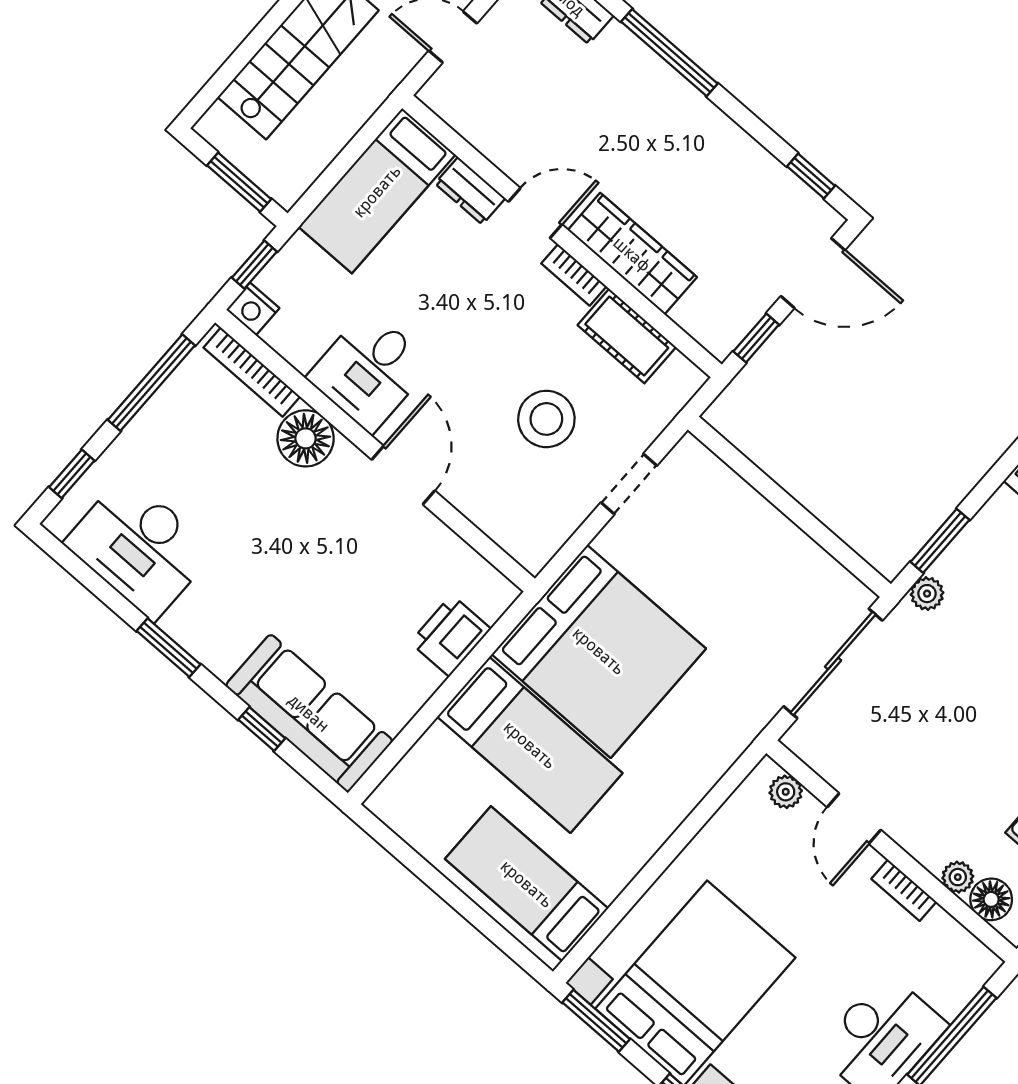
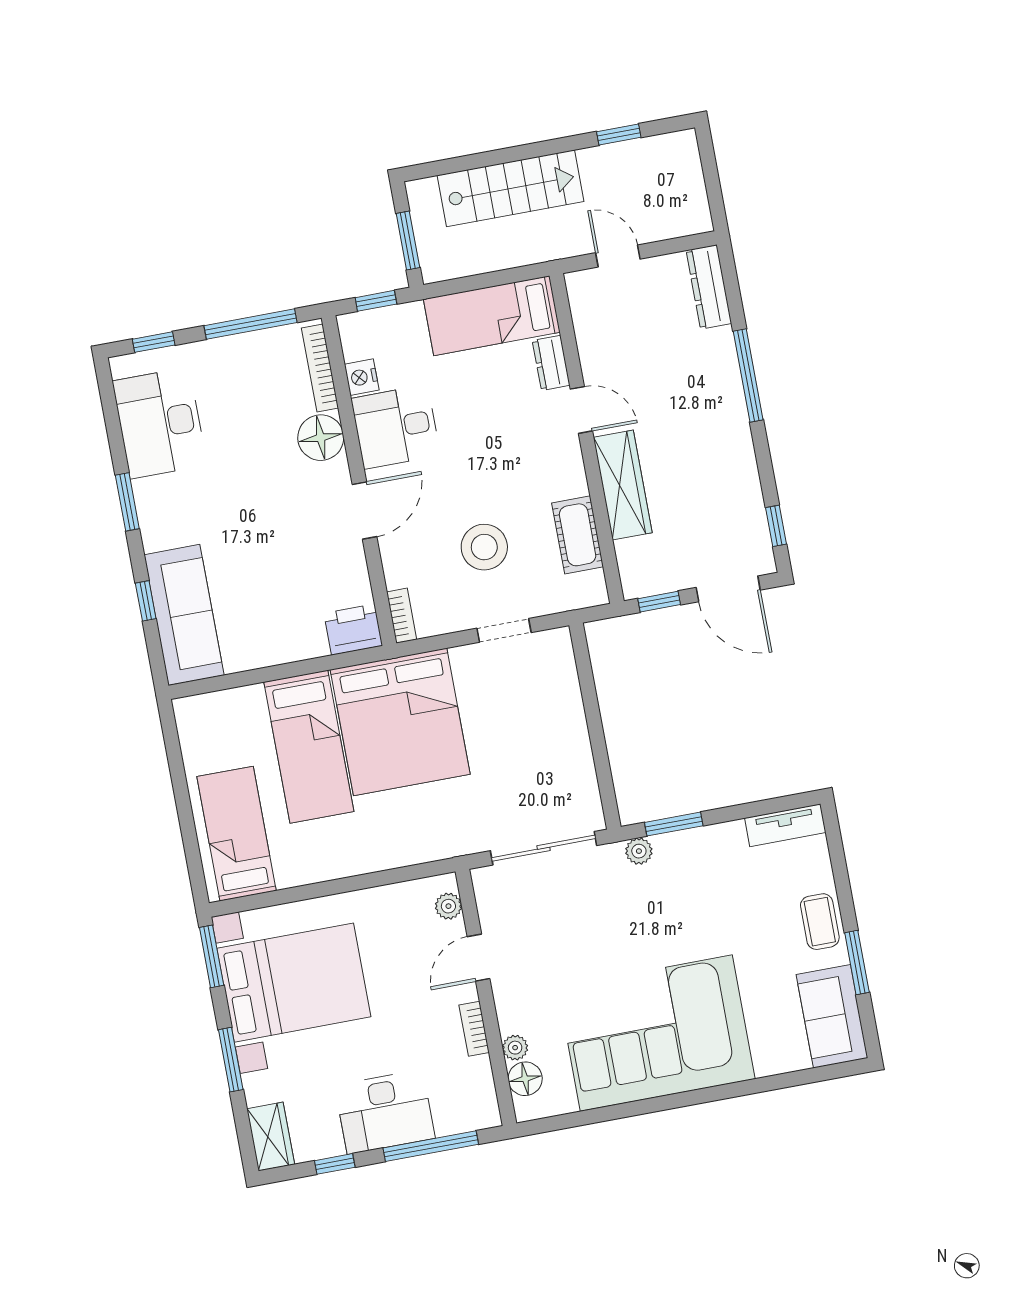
bookcase: (574, 275) -> (402, 616), moved, turned 180
nightstand: (253, 309) -> (362, 377), moved
printer: (451, 636) -> (353, 630), moved

